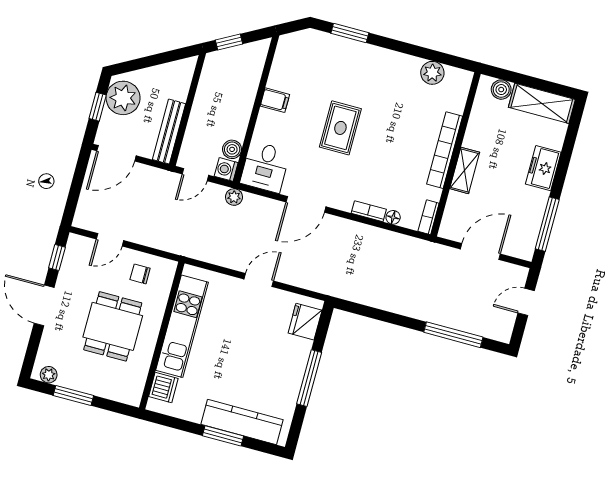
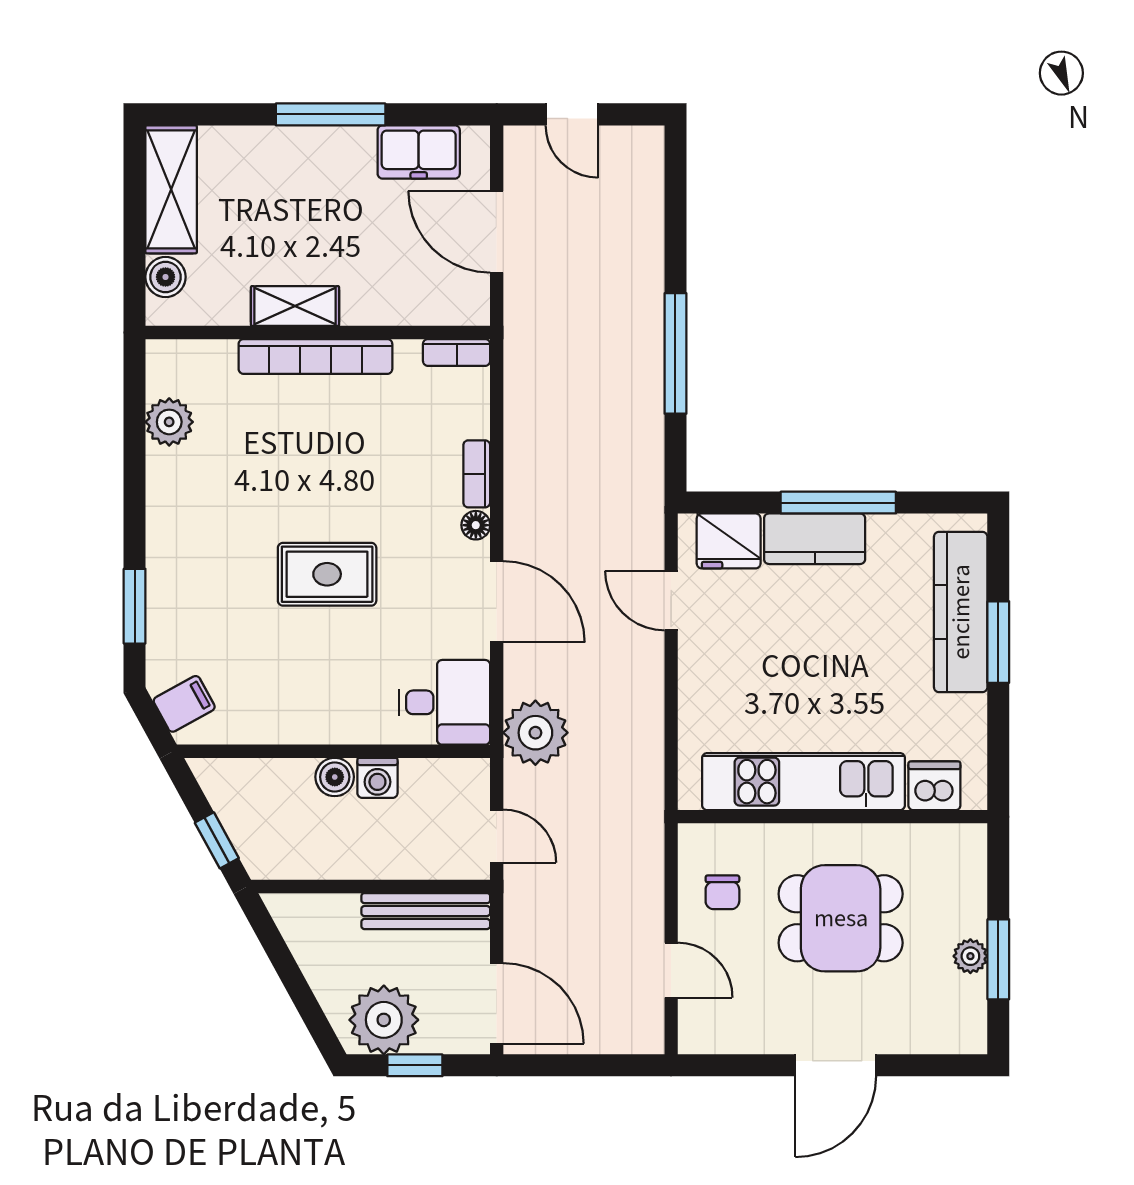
filing cabinet: (275, 100) -> (184, 704), moved, turned 61
boiler: (232, 149) -> (335, 777), moved
freezer: (543, 168) -> (419, 152), moved
washing machine: (226, 169) -> (377, 778), moved
shelving: (465, 170) -> (295, 306), moved
plant: (234, 197) -> (535, 733), width x1.88, depth x1.88
floor lamp: (393, 217) -> (476, 525), moved
window: (547, 224) -> (331, 114), moved
window: (57, 258) -> (734, 1065), removed
door: (259, 280) -> (671, 601), moved
window: (453, 335) -> (675, 353), moved
kitchen counter: (295, 362) -> (815, 539), added
plant: (49, 375) -> (970, 956), moved

